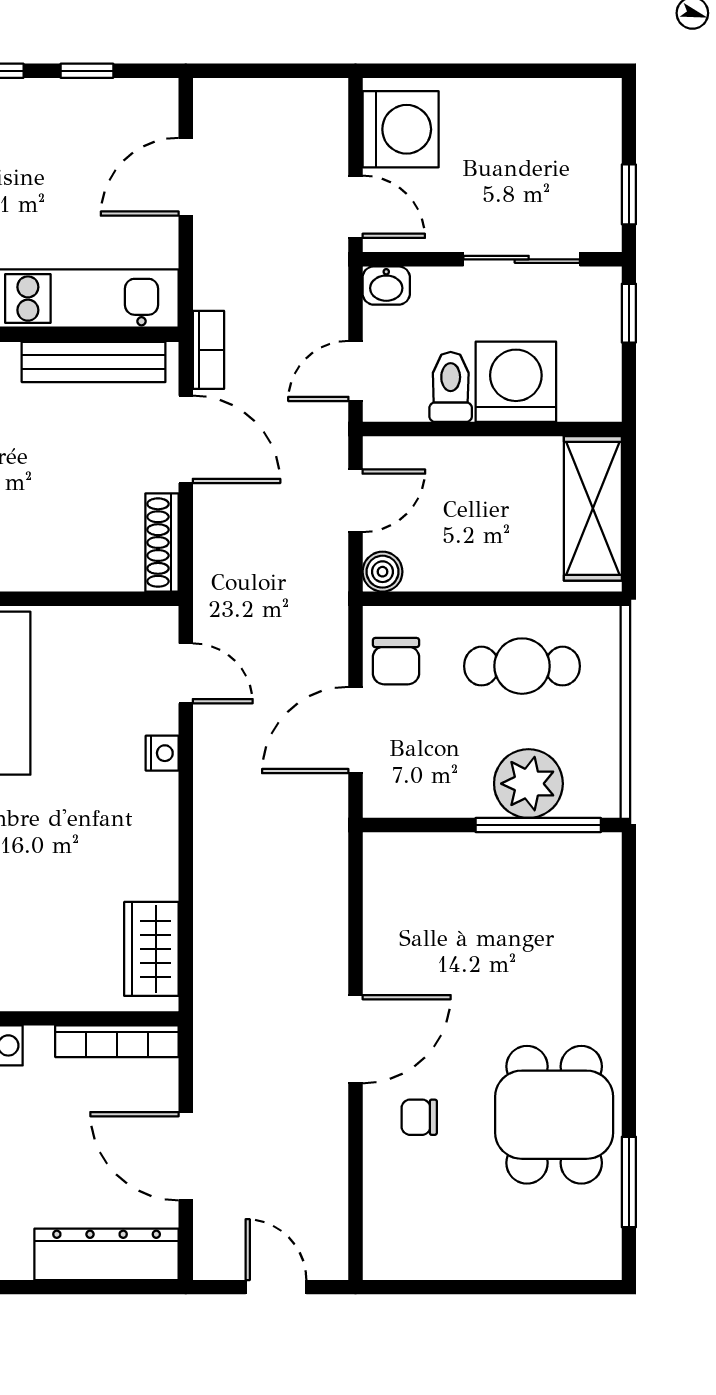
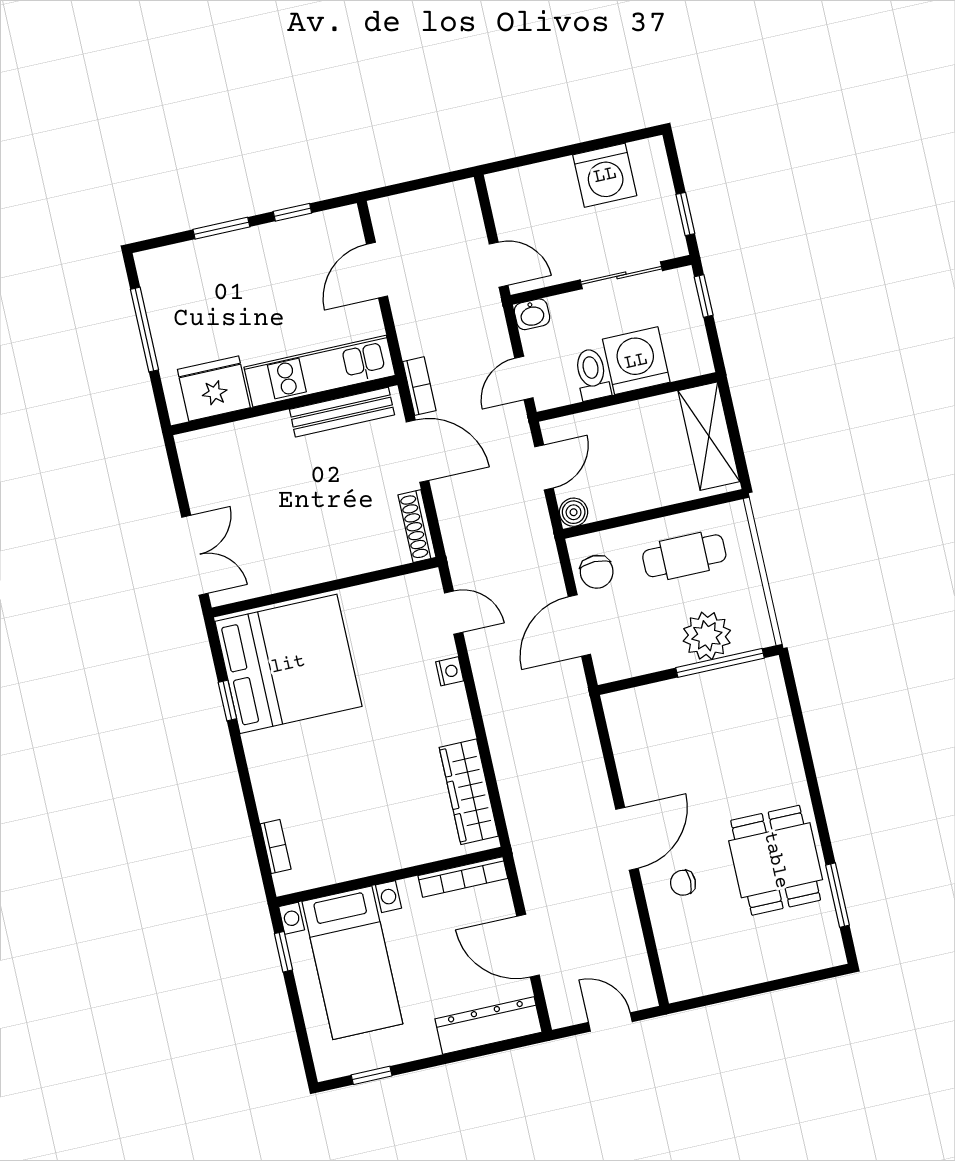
washing machine: (401, 129) -> (605, 175), moved, turned 90
wardrobe: (151, 949) -> (469, 792), width x1.50

